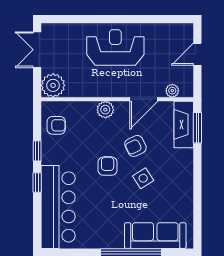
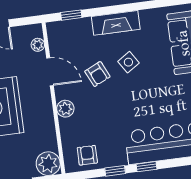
fireplace: (184, 124) -> (116, 23), moved
window: (197, 128) -> (71, 15), width x0.67
armchair: (108, 166) -> (121, 99), removed

